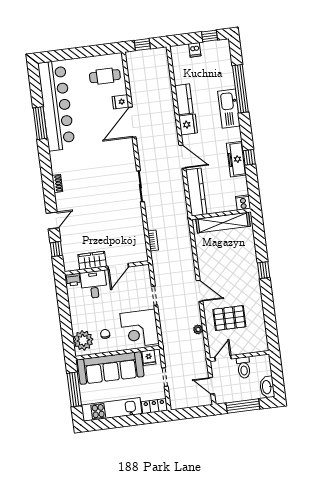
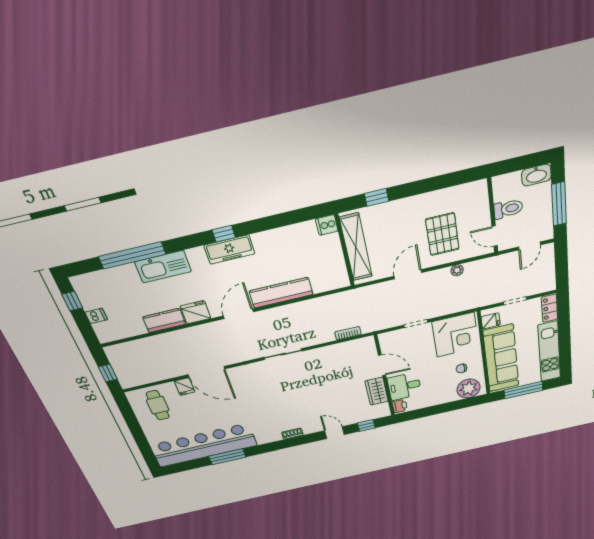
cooker: (243, 203) -> (327, 225), moved
wall: (221, 214) -> (345, 251), moved
shelving: (223, 223) -> (356, 247), moved

